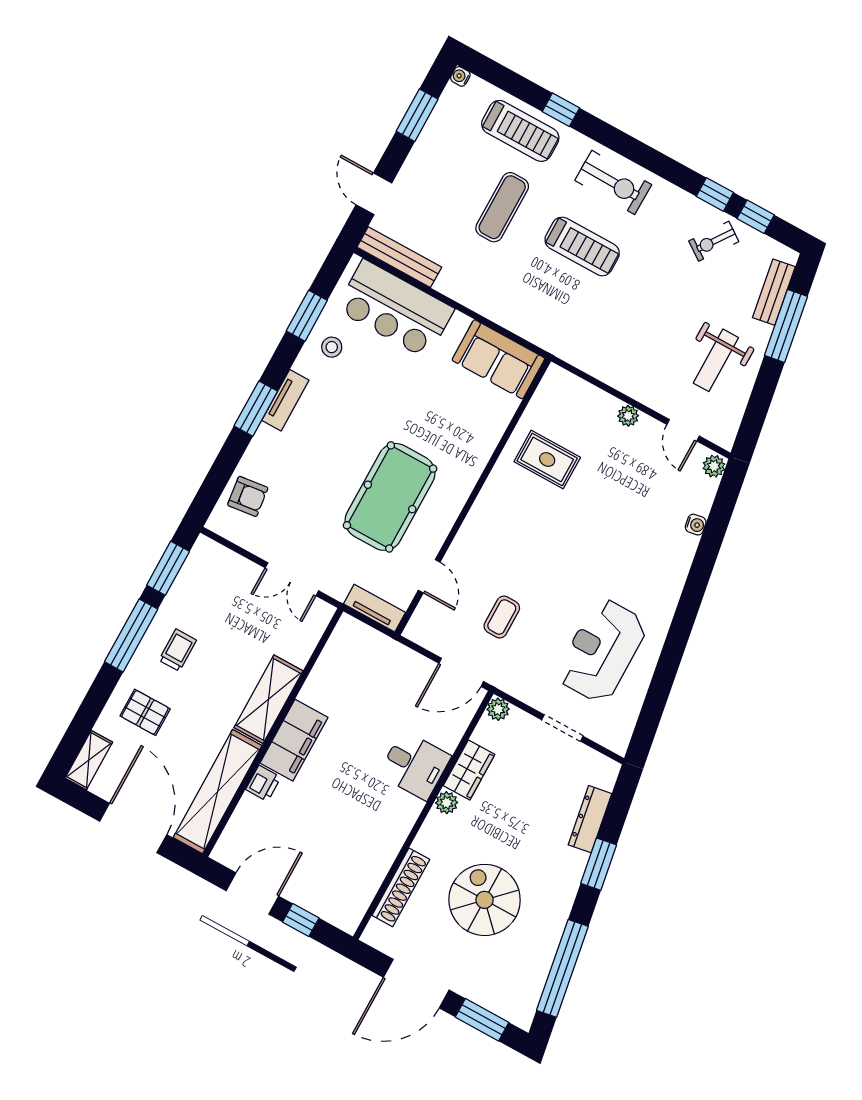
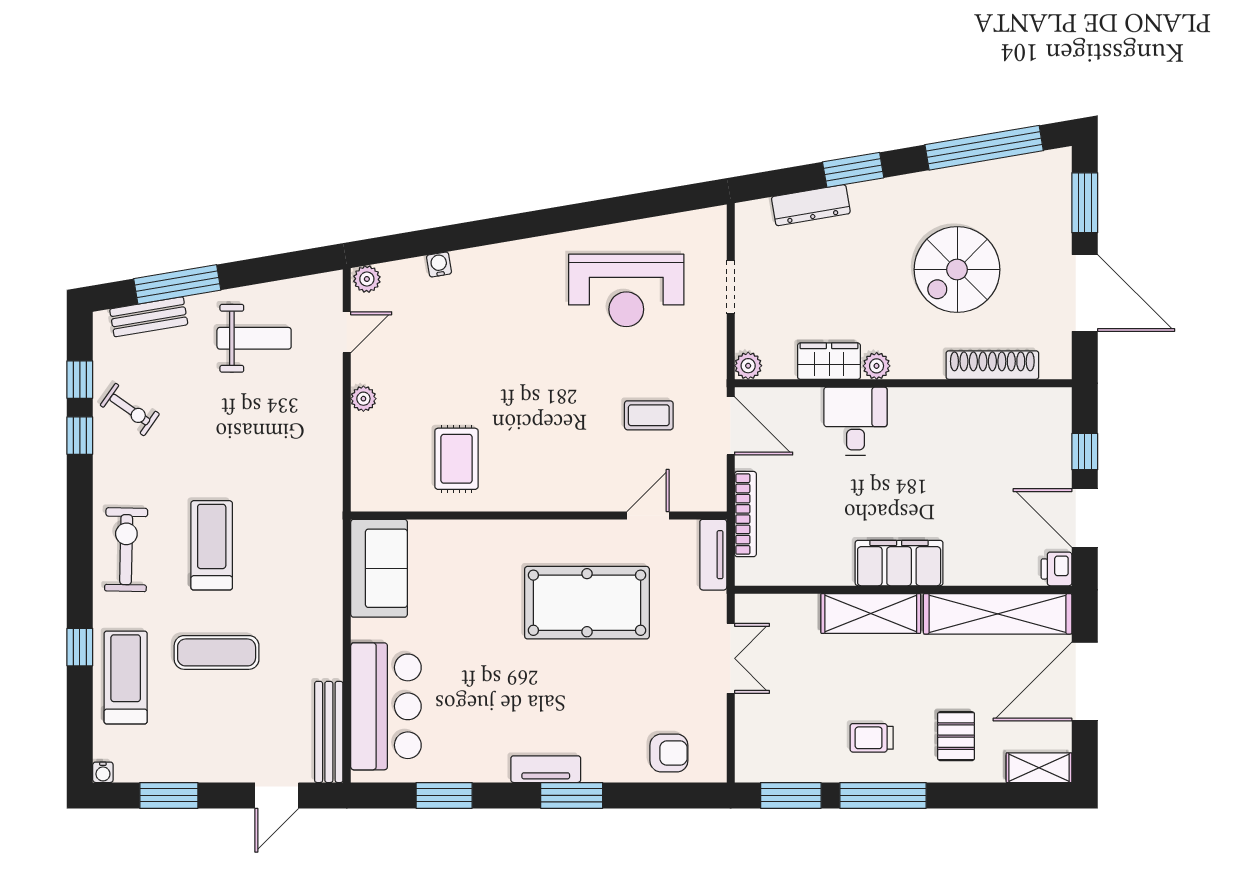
stool: (332, 347) -> (463, 751), removed
armchair: (248, 496) -> (669, 753), turned 97
bookcase: (391, 648) -> (745, 514), added
printer: (263, 783) -> (1057, 569), moved, turned -90

